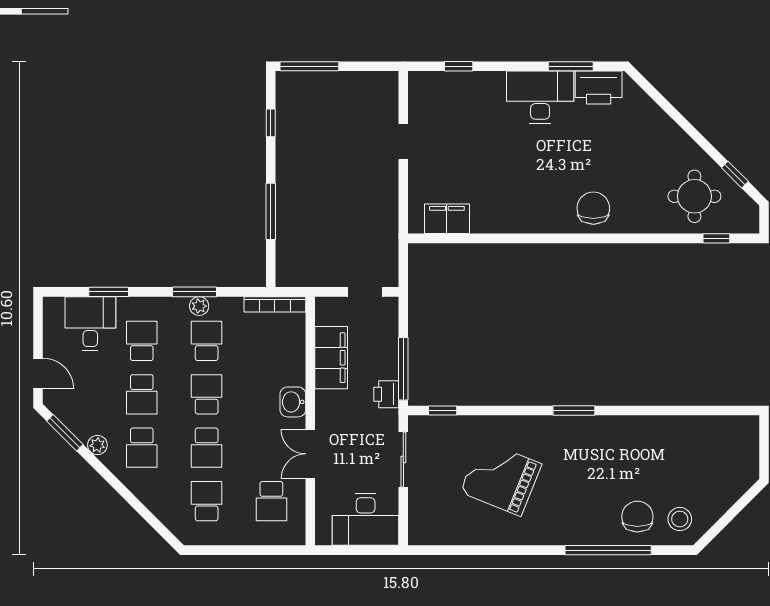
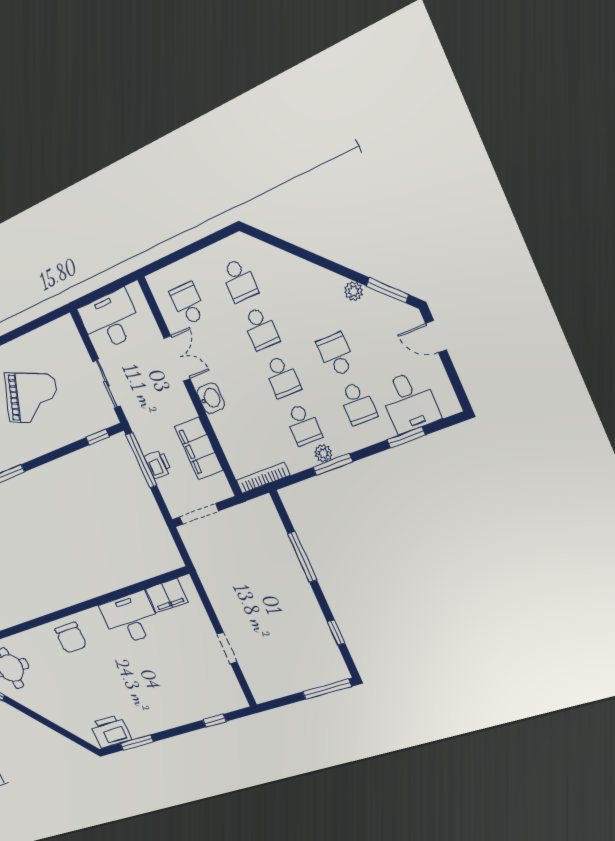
desk: (540, 97) -> (131, 618), moved, turned 180
doorway: (365, 292) -> (199, 514), width x1.38
printer: (386, 394) -> (158, 464), moved
school desk: (142, 448) -> (314, 305), removed
school desk: (207, 448) -> (261, 329), turned 180

